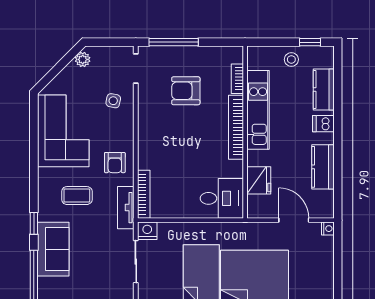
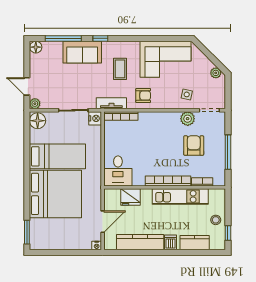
window: (174, 42) -> (228, 152), moved
plant: (148, 99) -> (188, 119), added
armchair: (115, 163) -> (143, 96), turned 180
kitchen counter: (323, 167) -> (140, 242), width x1.50

